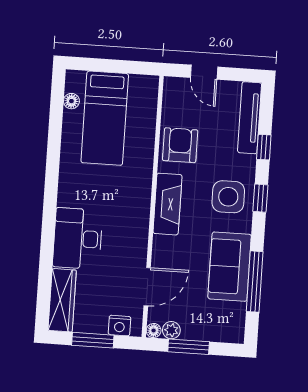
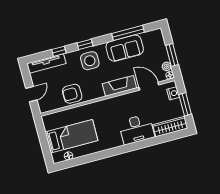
fireplace: (168, 204) -> (119, 86), moved

